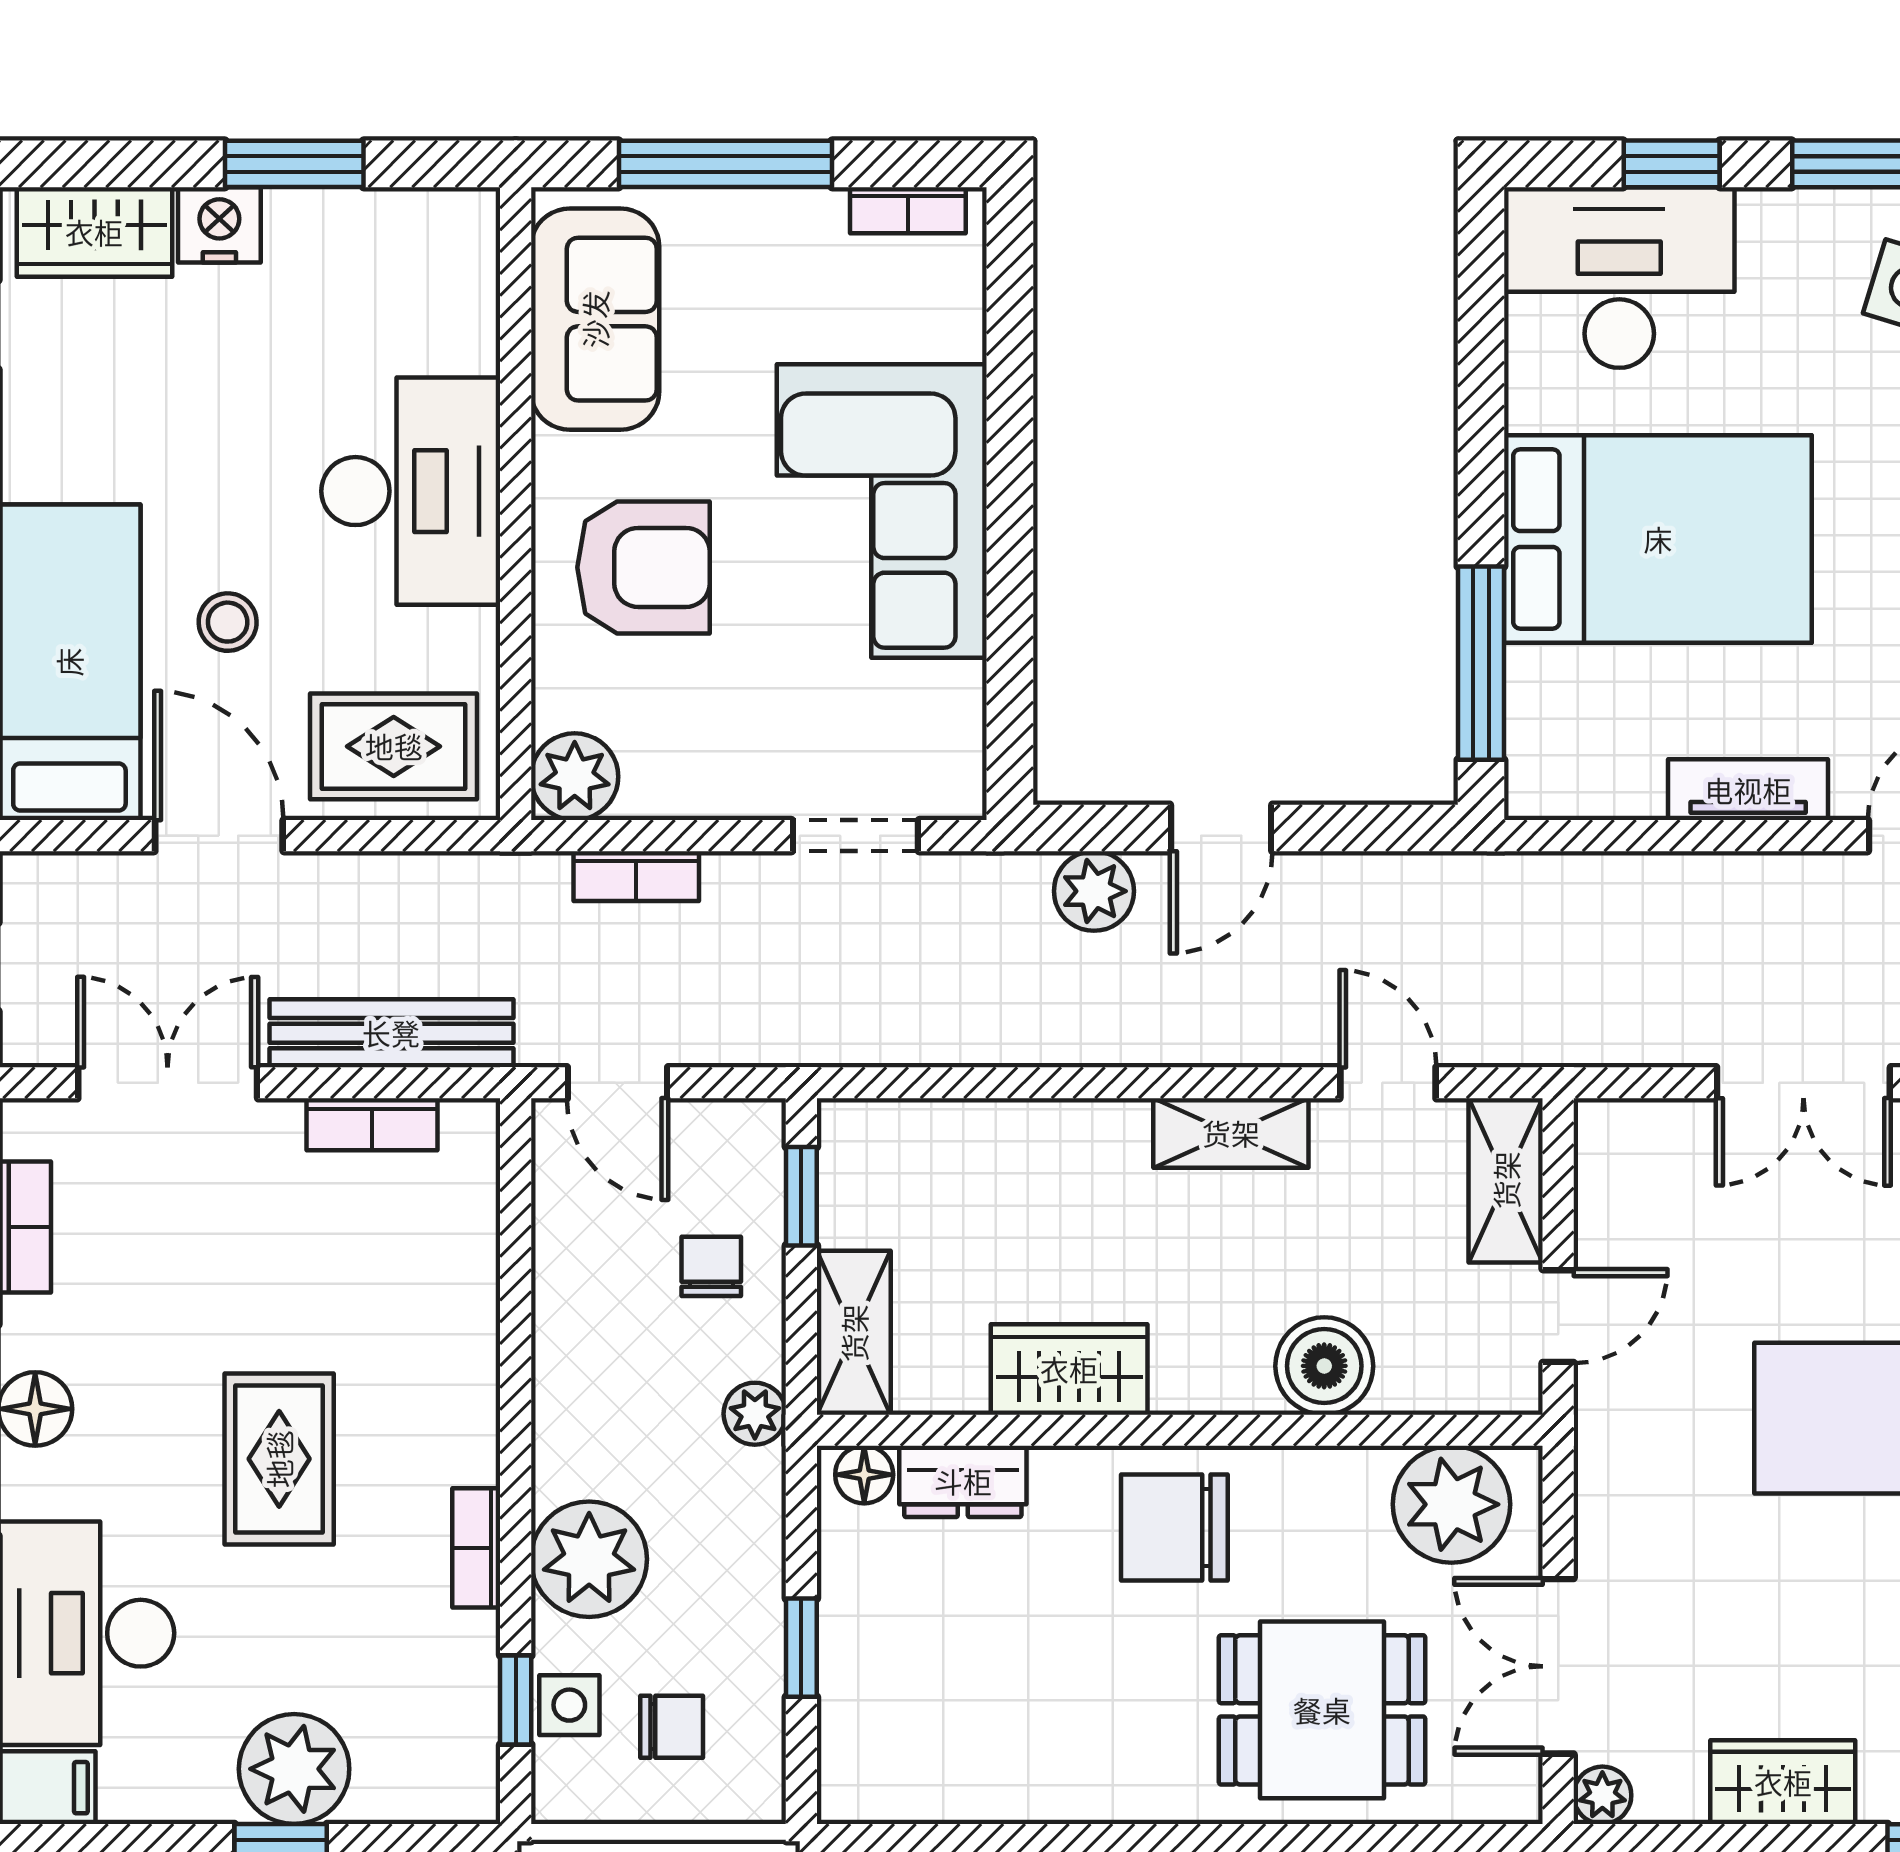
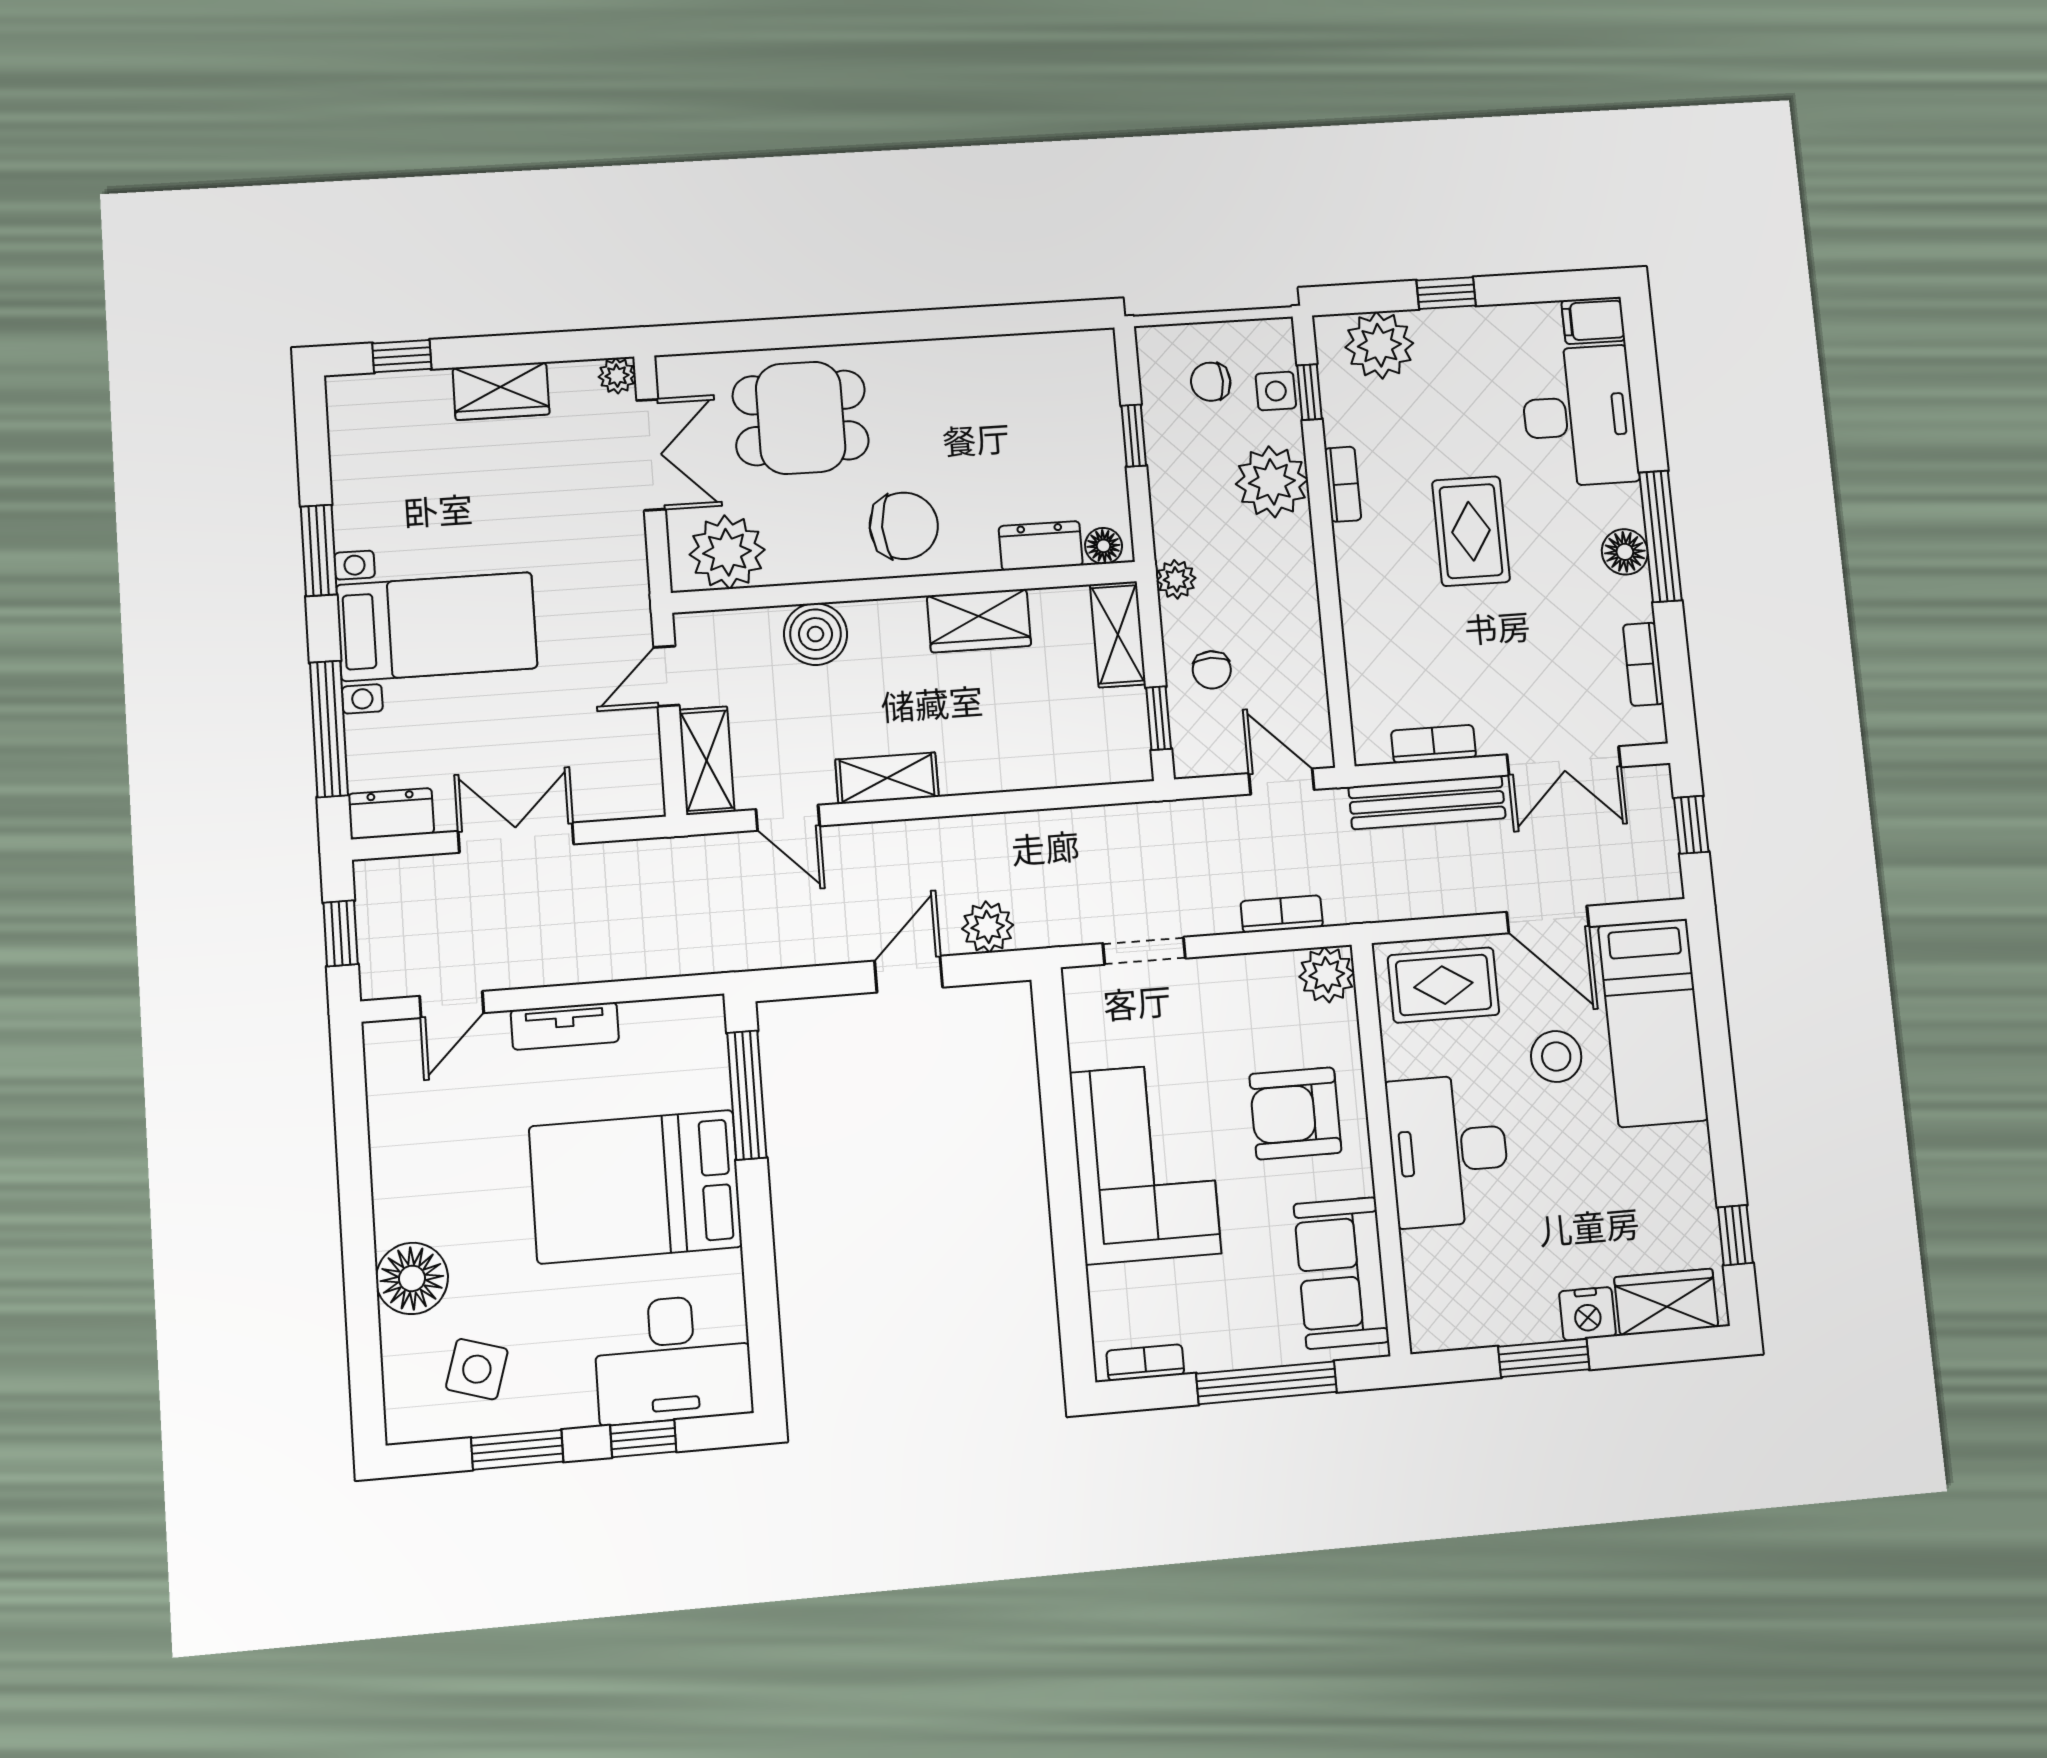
stool: (228, 622) -> (1556, 1056), width x1.37, depth x1.37
plant: (294, 1769) -> (1379, 345), moved

